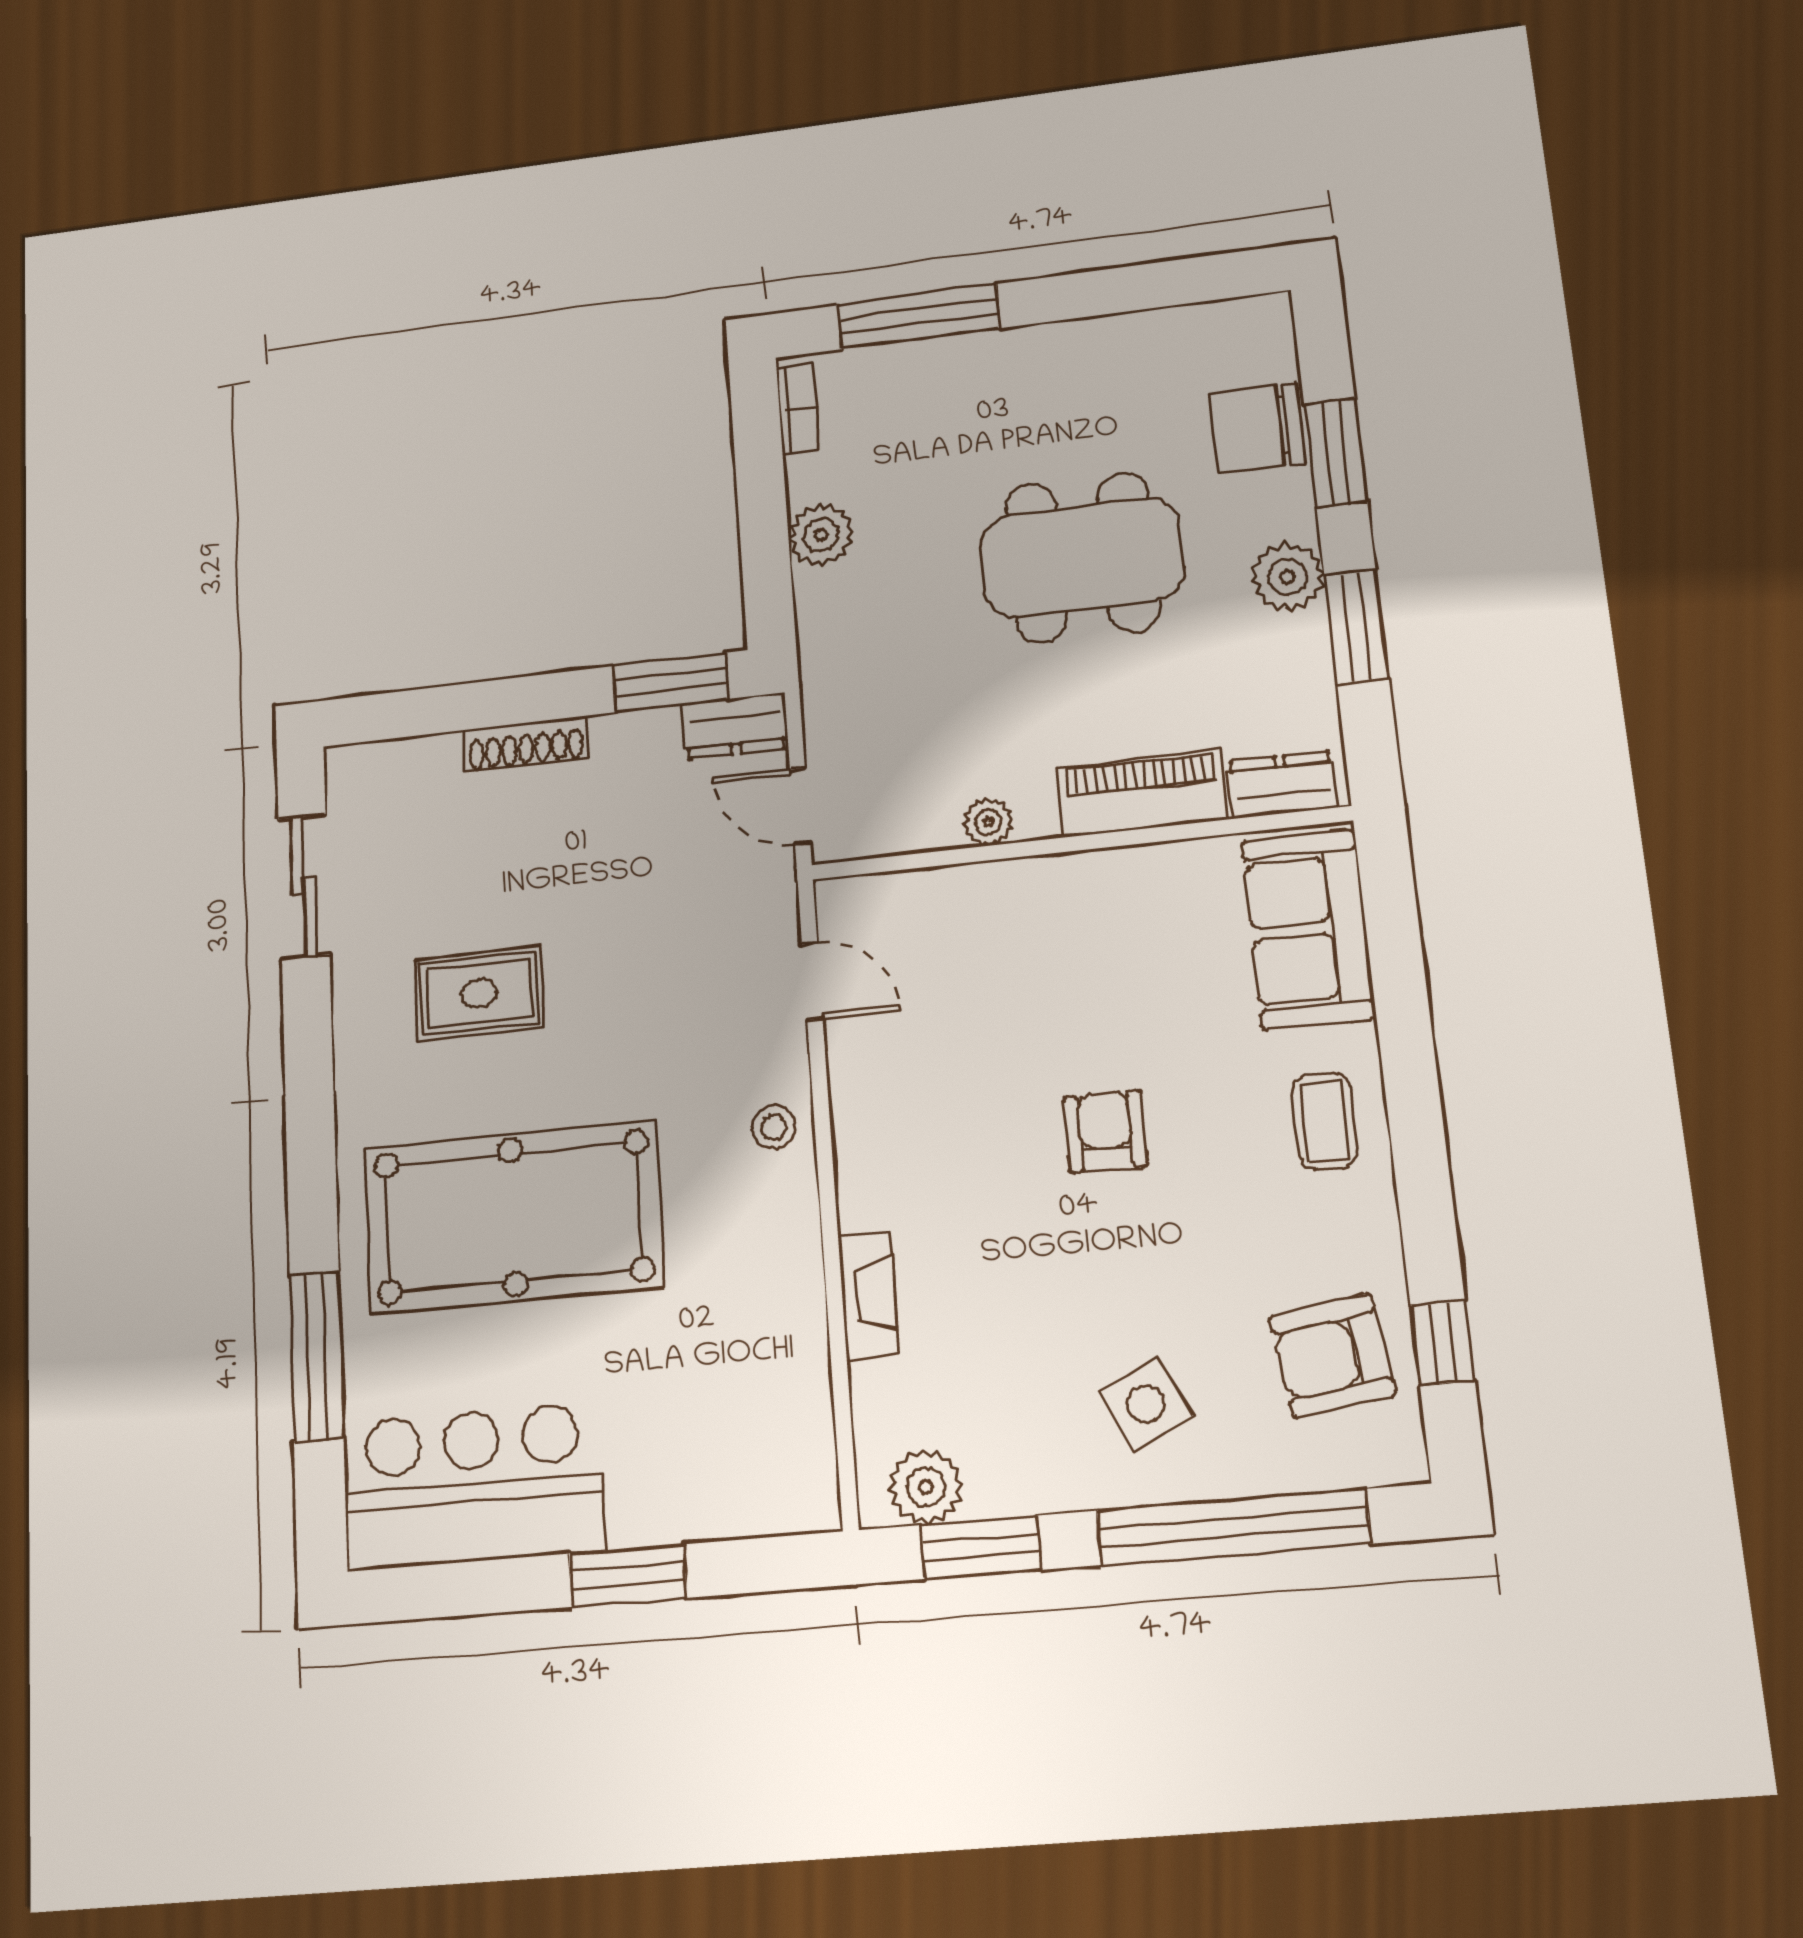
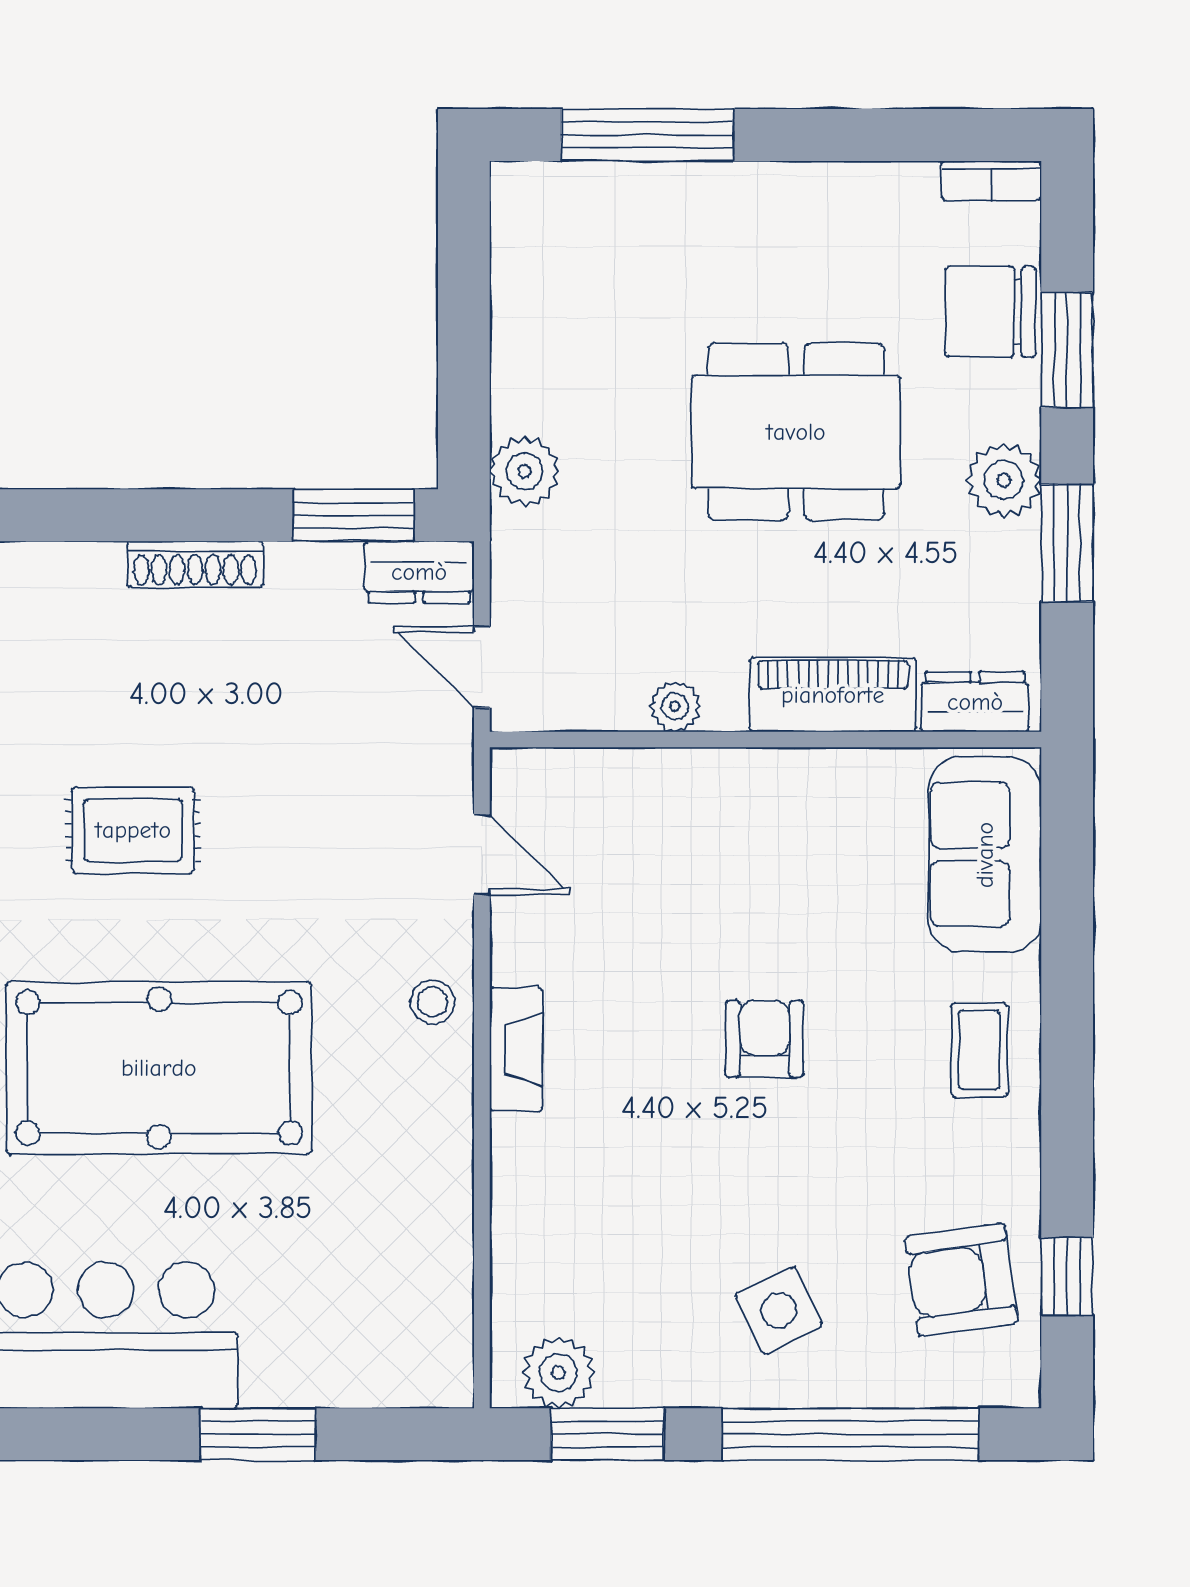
bookcase: (798, 410) -> (991, 181), moved, turned 90
plant: (821, 535) -> (524, 471), moved
fireplace: (868, 1295) -> (516, 1049), moved

